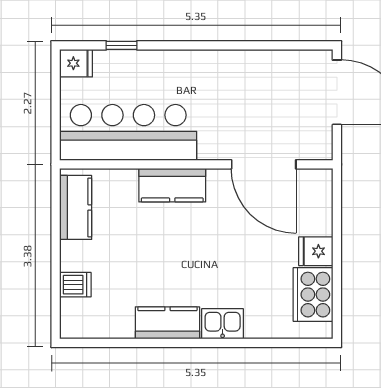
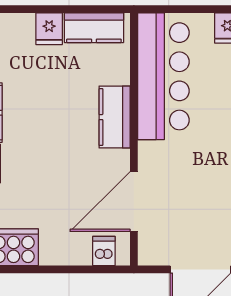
fridge: (316, 251) -> (49, 29), moved, turned 180
dishwasher: (75, 285) -> (104, 251), moved, turned 180

